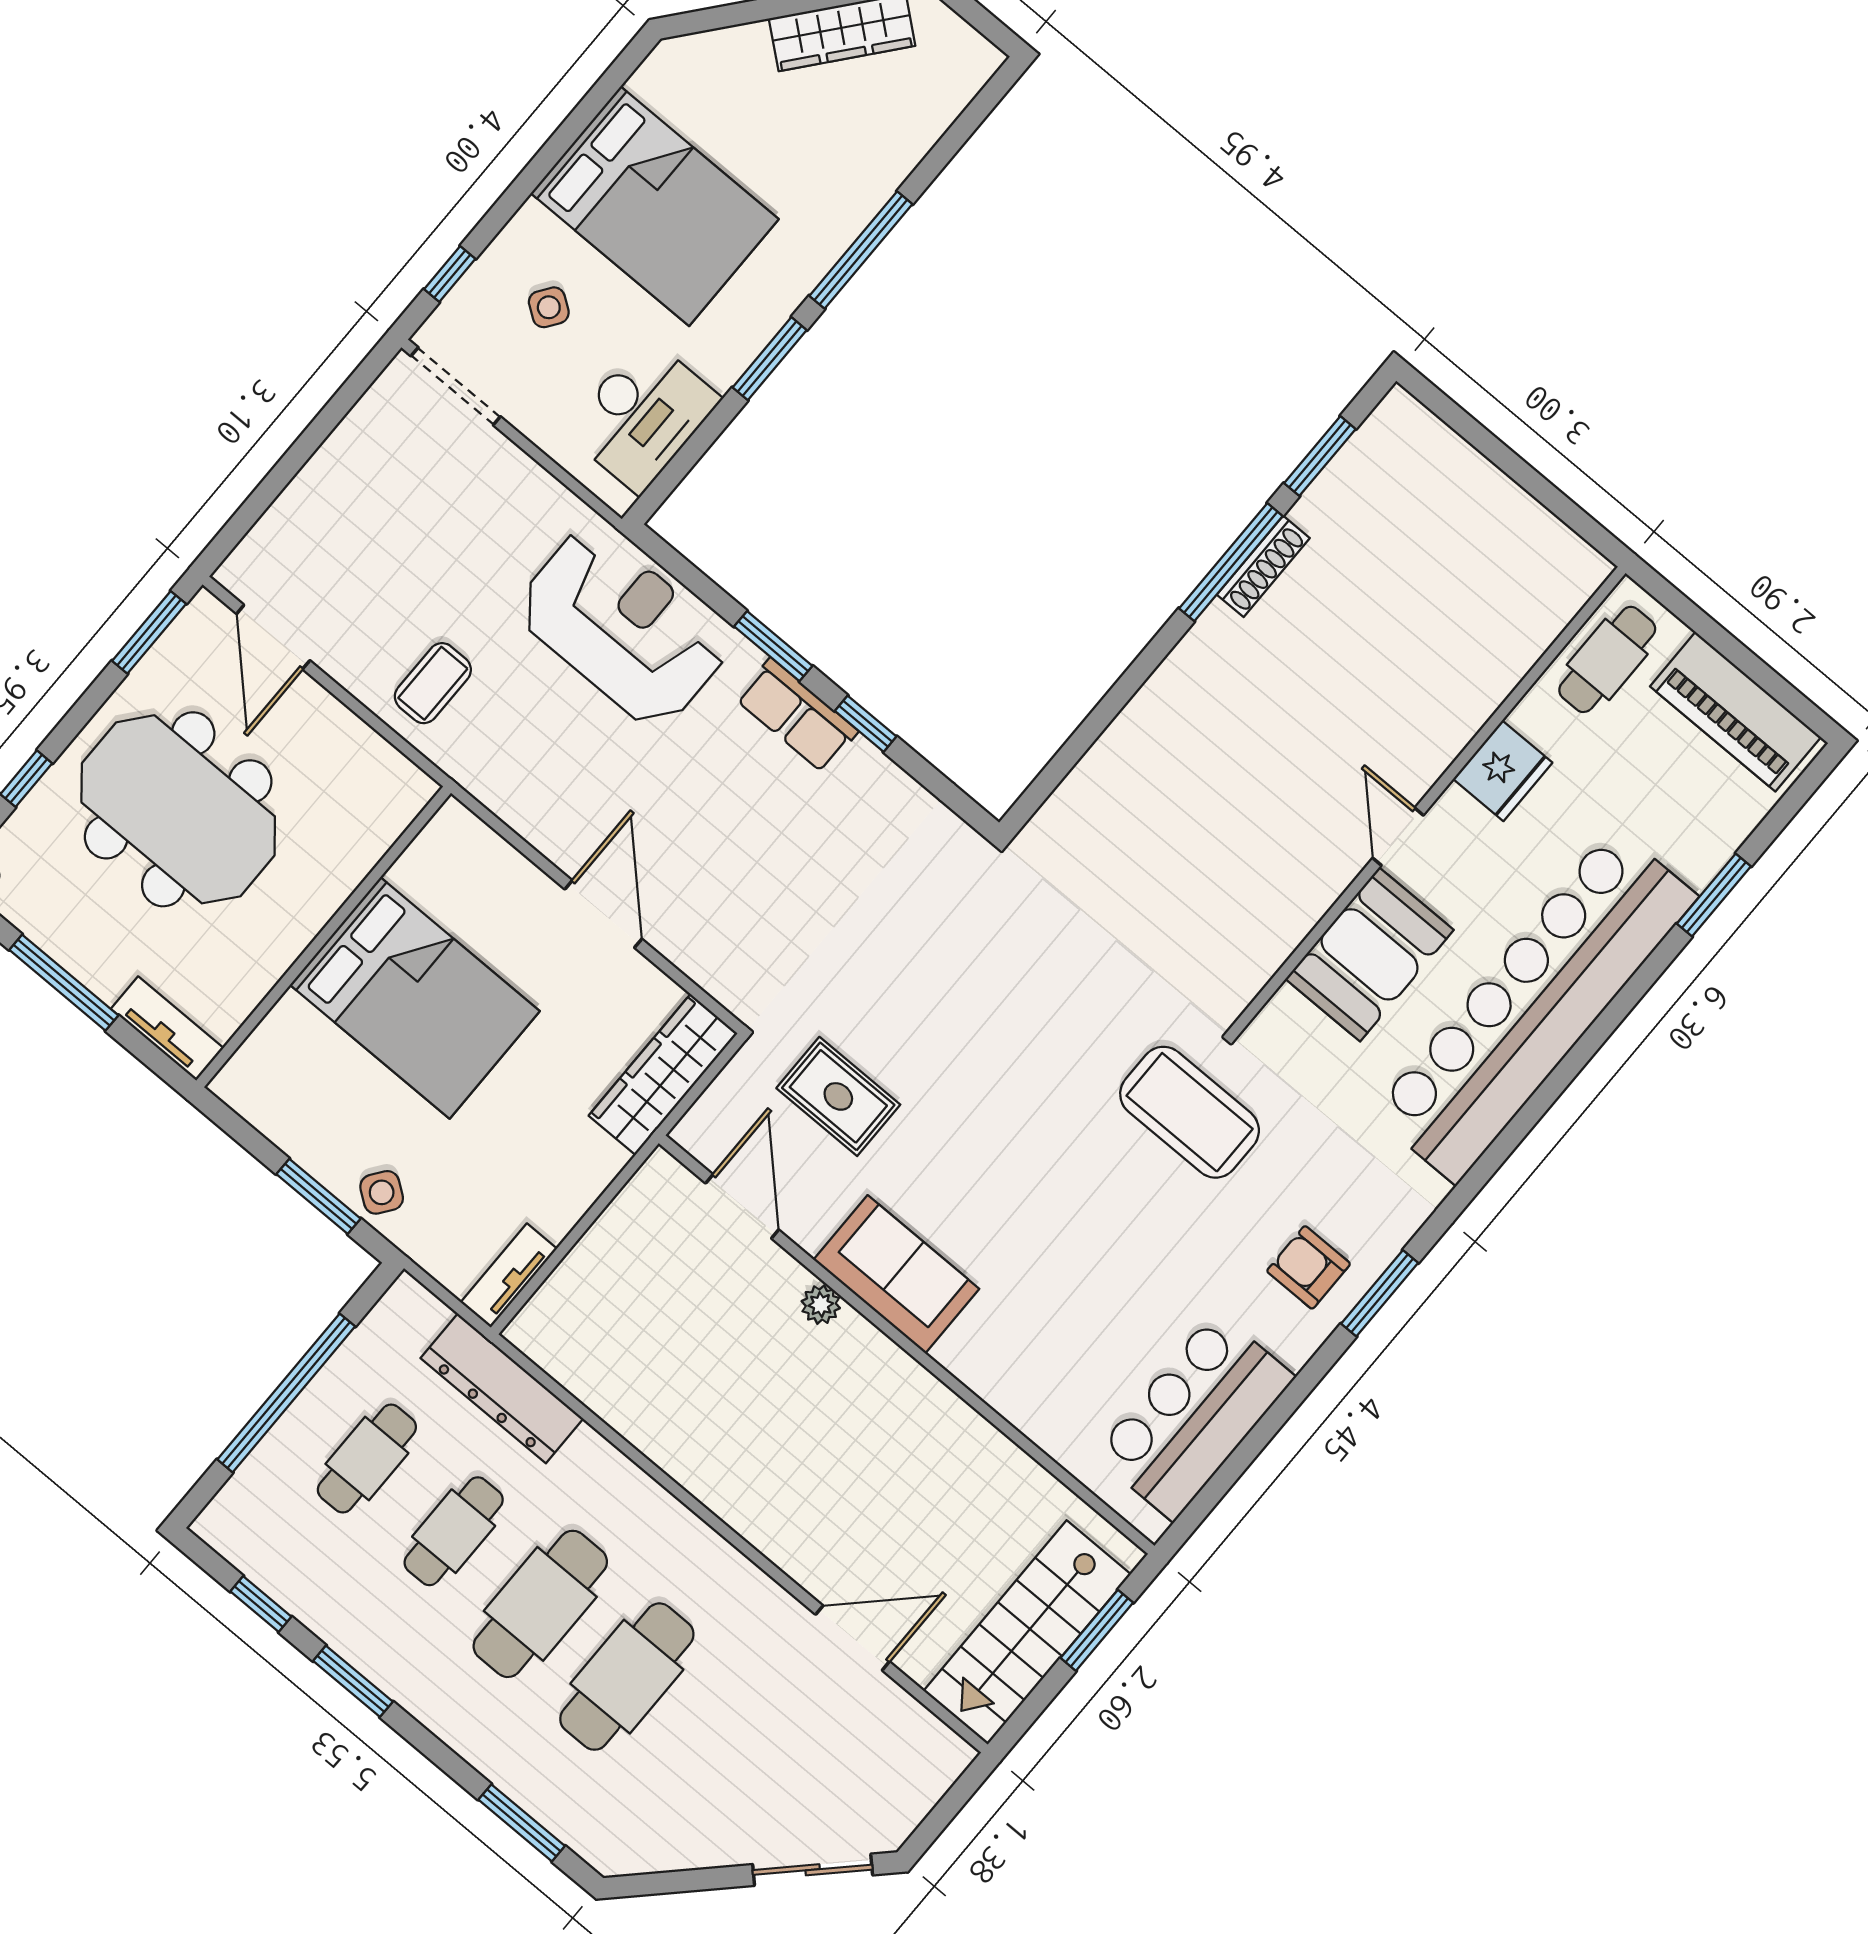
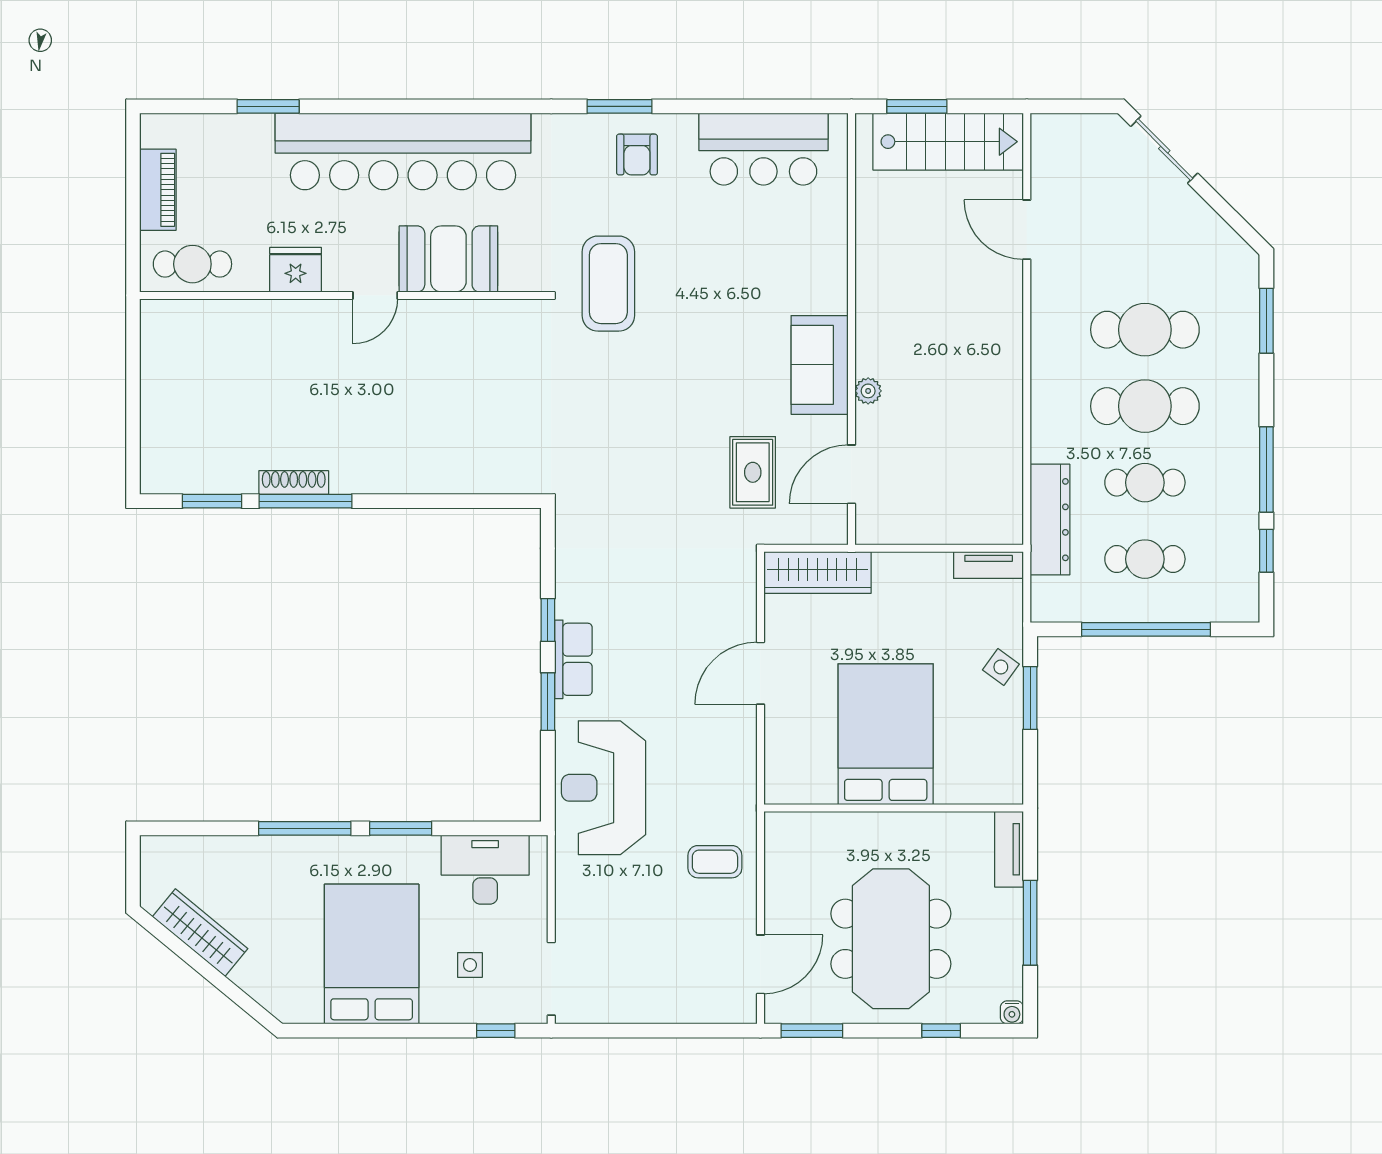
side table: (549, 307) -> (470, 965), turned -35
piano: (1735, 712) -> (158, 190), width x0.73, depth x0.75
window: (353, 1681) -> (1266, 469), width x1.44

